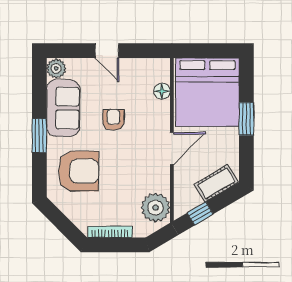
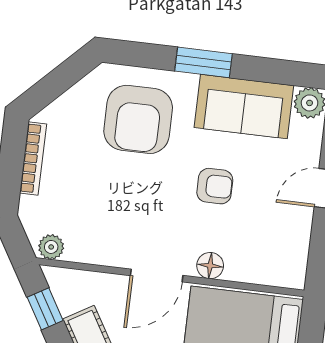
floor lamp: (162, 91) -> (210, 266), moved
door: (172, 148) -> (157, 276), hinge flipped
plant: (156, 208) -> (51, 247), width x0.53, depth x0.53

